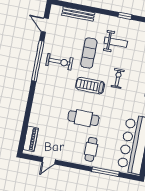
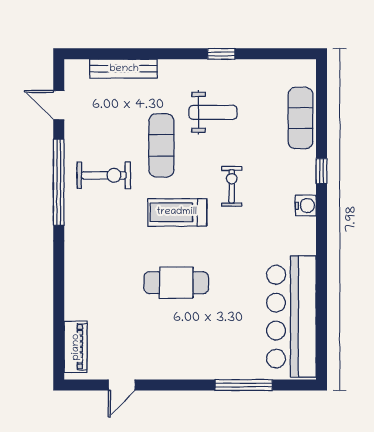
cafe table: (91, 149) -> (205, 344), removed

